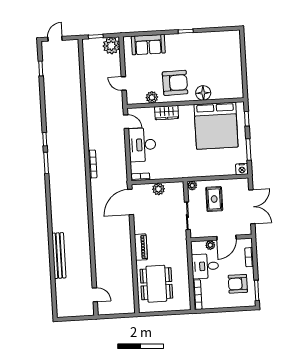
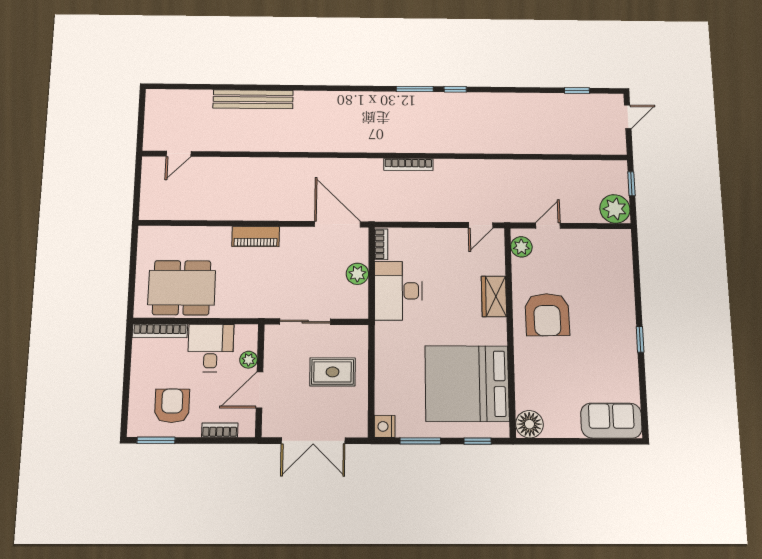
door: (55, 39) -> (628, 117), hinge flipped
sofa: (148, 45) -> (611, 421), moved, turned 90
floor lamp: (203, 93) -> (529, 424), moved
plant: (152, 97) -> (521, 247), moved
desk: (142, 145) -> (398, 291), moved, turned -90
plant: (192, 185) -> (360, 334), removed
door: (226, 238) -> (260, 390), hinge flipped
dining table: (156, 284) -> (182, 288), moved

